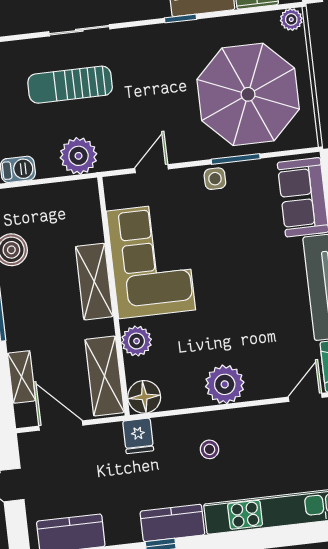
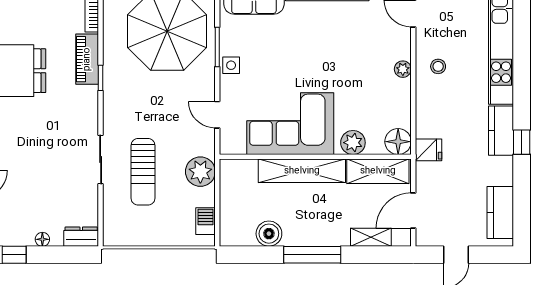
shelving: (94, 282) -> (302, 171), width x1.47
plant: (225, 384) -> (403, 69), width x0.53, depth x0.53
stool: (209, 449) -> (438, 66), moved

